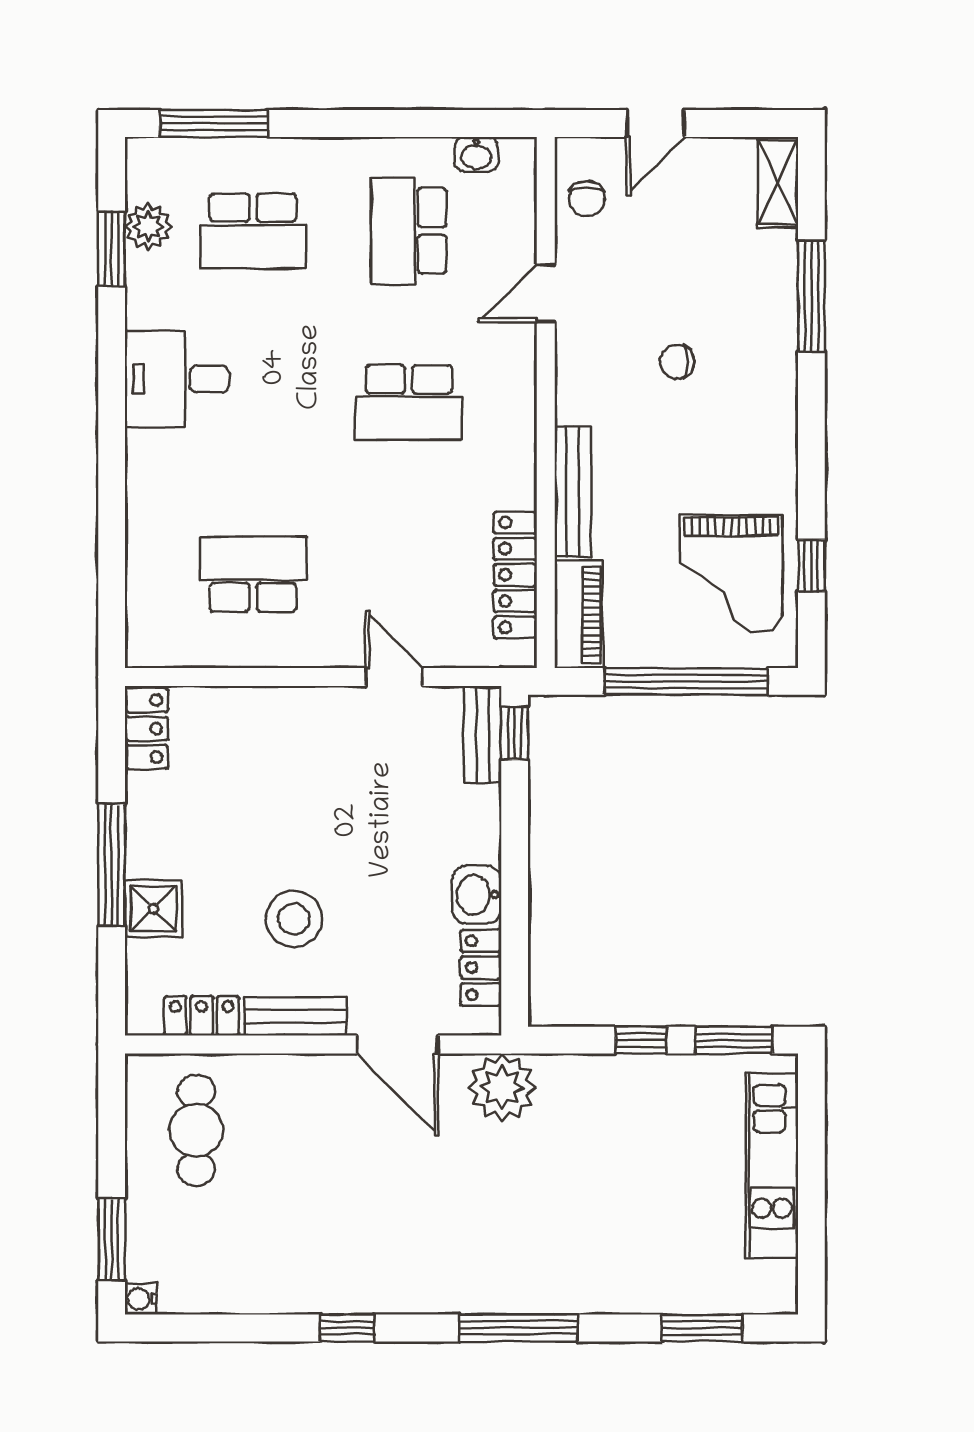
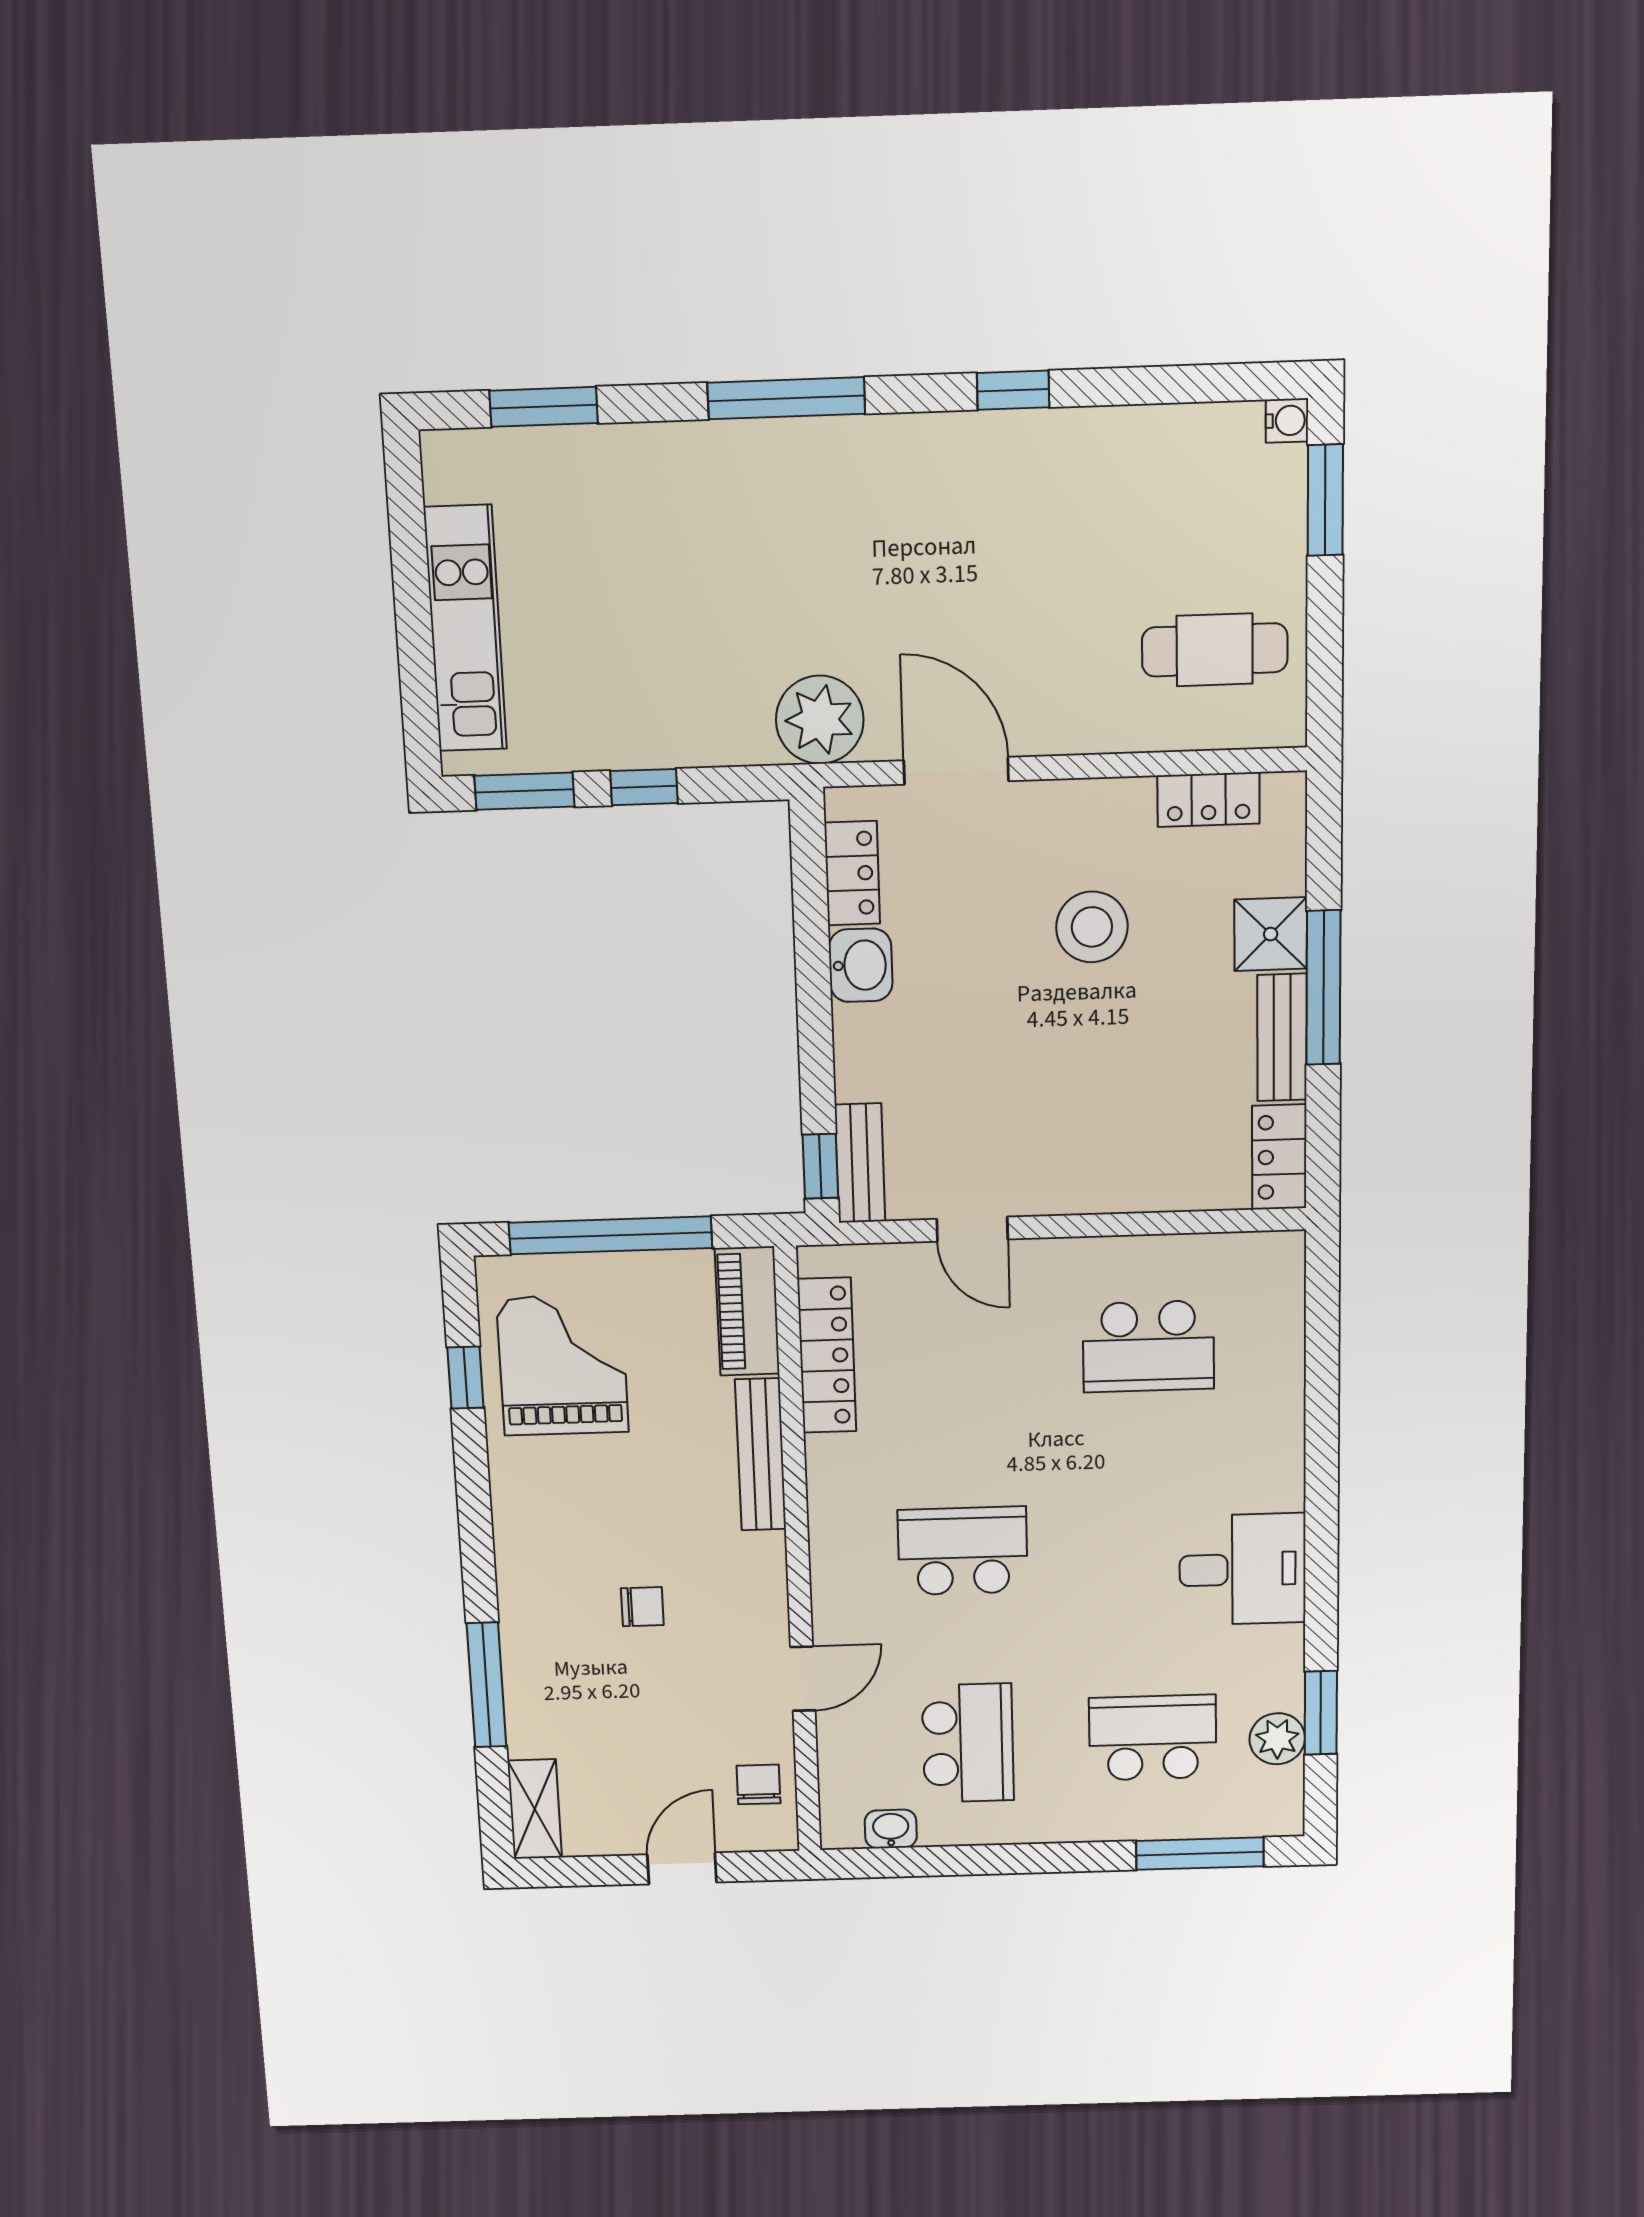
bench: (296, 1016) -> (1282, 1038), moved, turned 90
cafe table: (196, 1130) -> (1215, 650), turned 90

